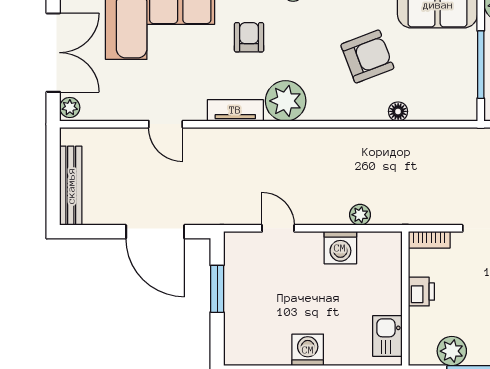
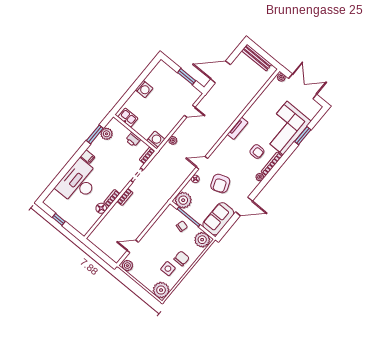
double door: (53, 53) -> (303, 86), swing flipped
plant: (286, 101) -> (183, 200), moved
door: (166, 124) -> (202, 163), moved
washing machine: (340, 248) -> (156, 140), moved, turned 90

